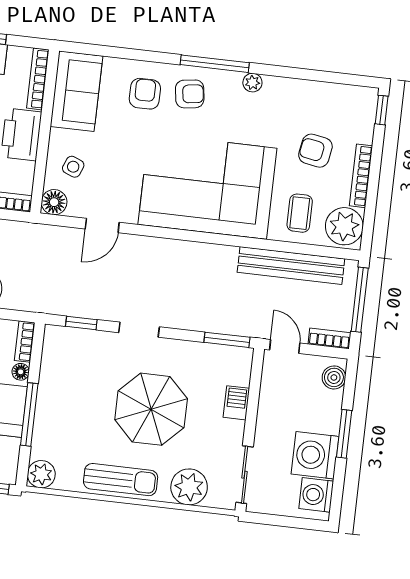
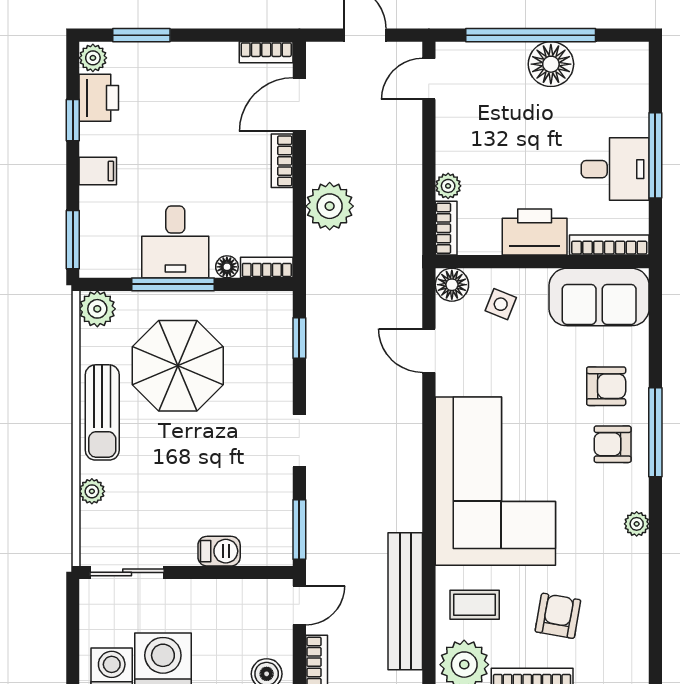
window: (215, 64) -> (655, 432), moved
armchair: (190, 94) -> (613, 444), turned 98
doorway: (139, 330) -> (299, 441), moved
parasol: (151, 409) -> (178, 366), moved
plant: (189, 487) -> (92, 491), width x0.53, depth x0.53

